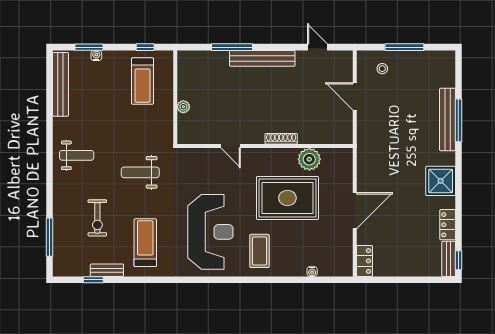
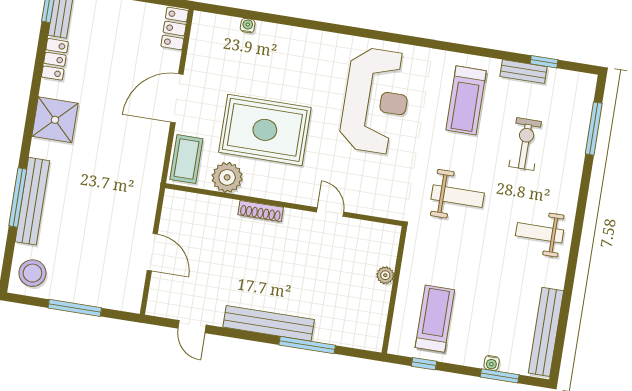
stool: (382, 69) -> (32, 273), moved, width x1.89, depth x1.89
reception desk: (210, 232) -> (376, 101), turned 180
coffee table: (259, 251) -> (186, 159), moved

